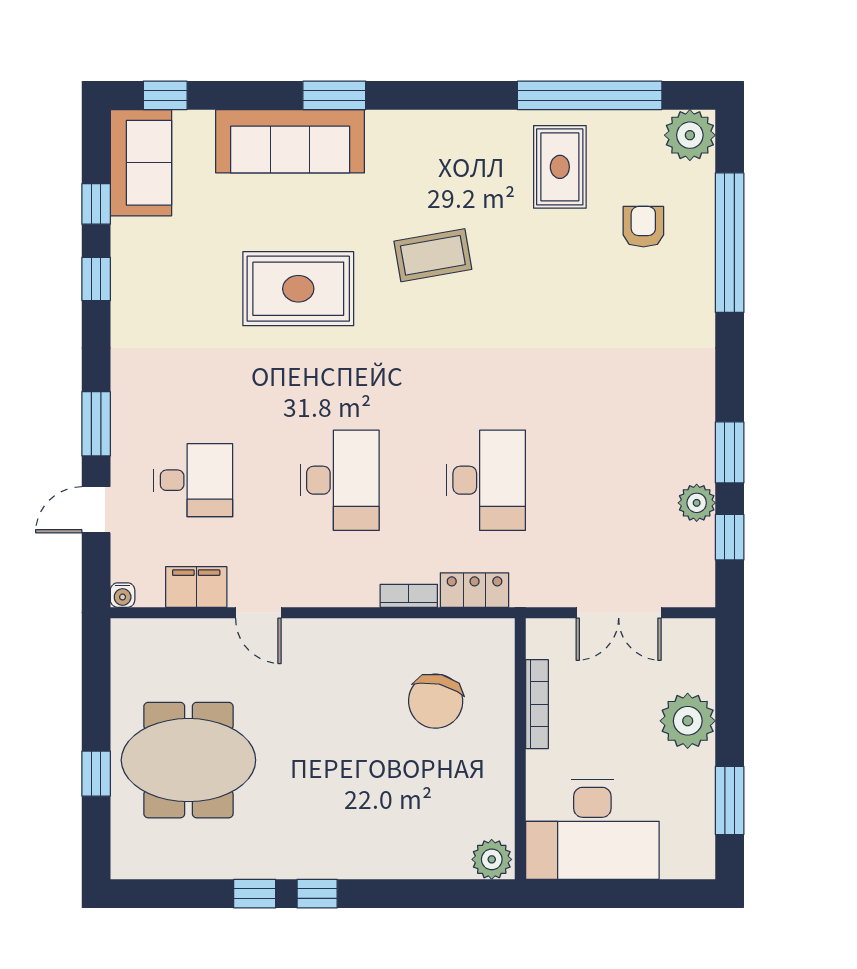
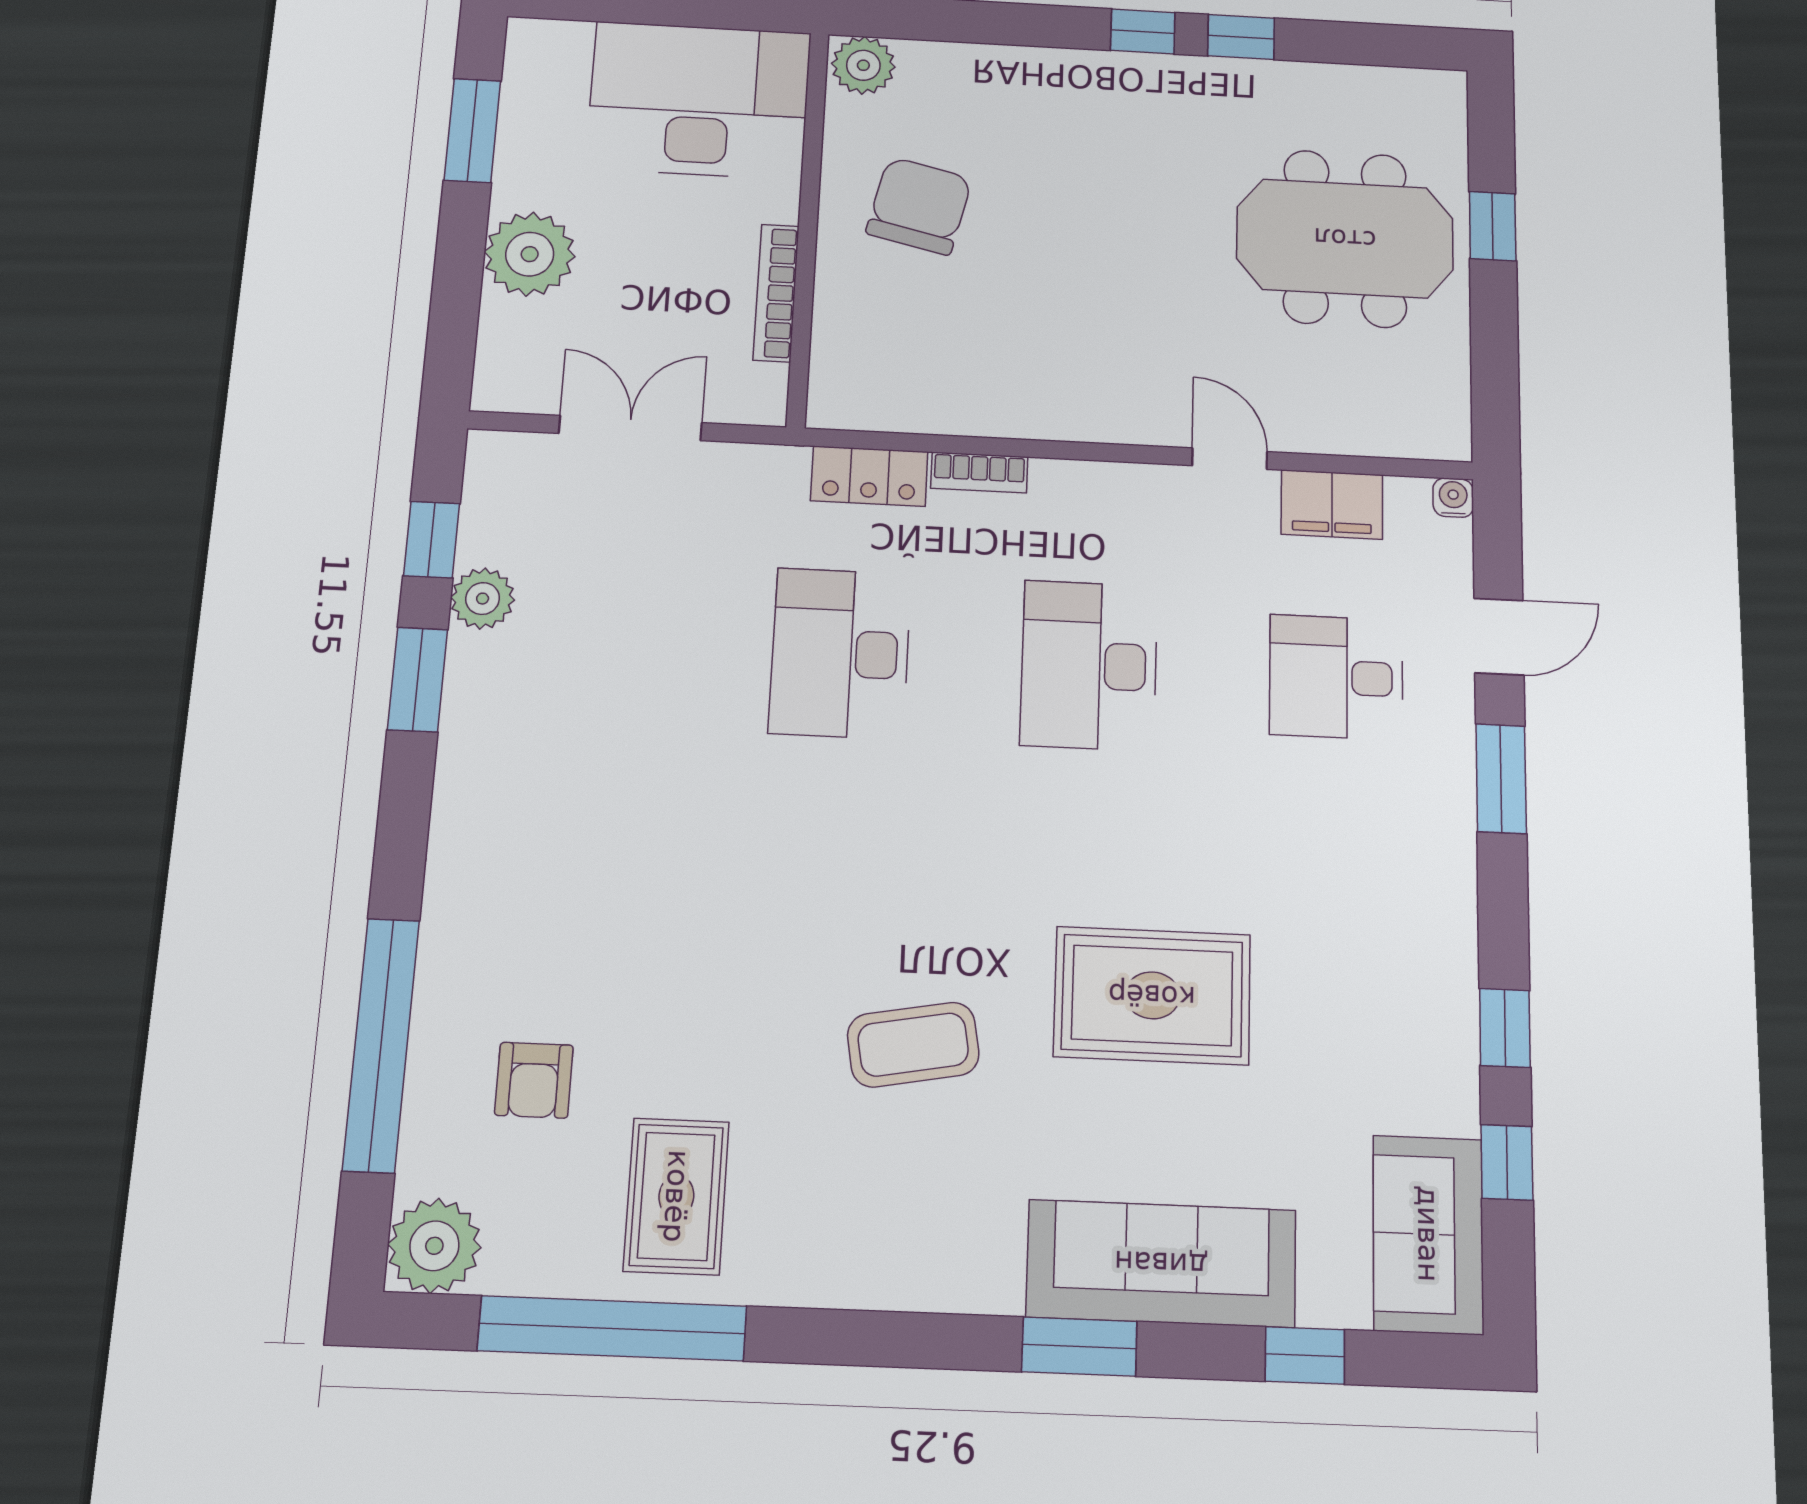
window: (165, 95) -> (1305, 1355), moved
chair: (436, 701) -> (919, 206), moved

